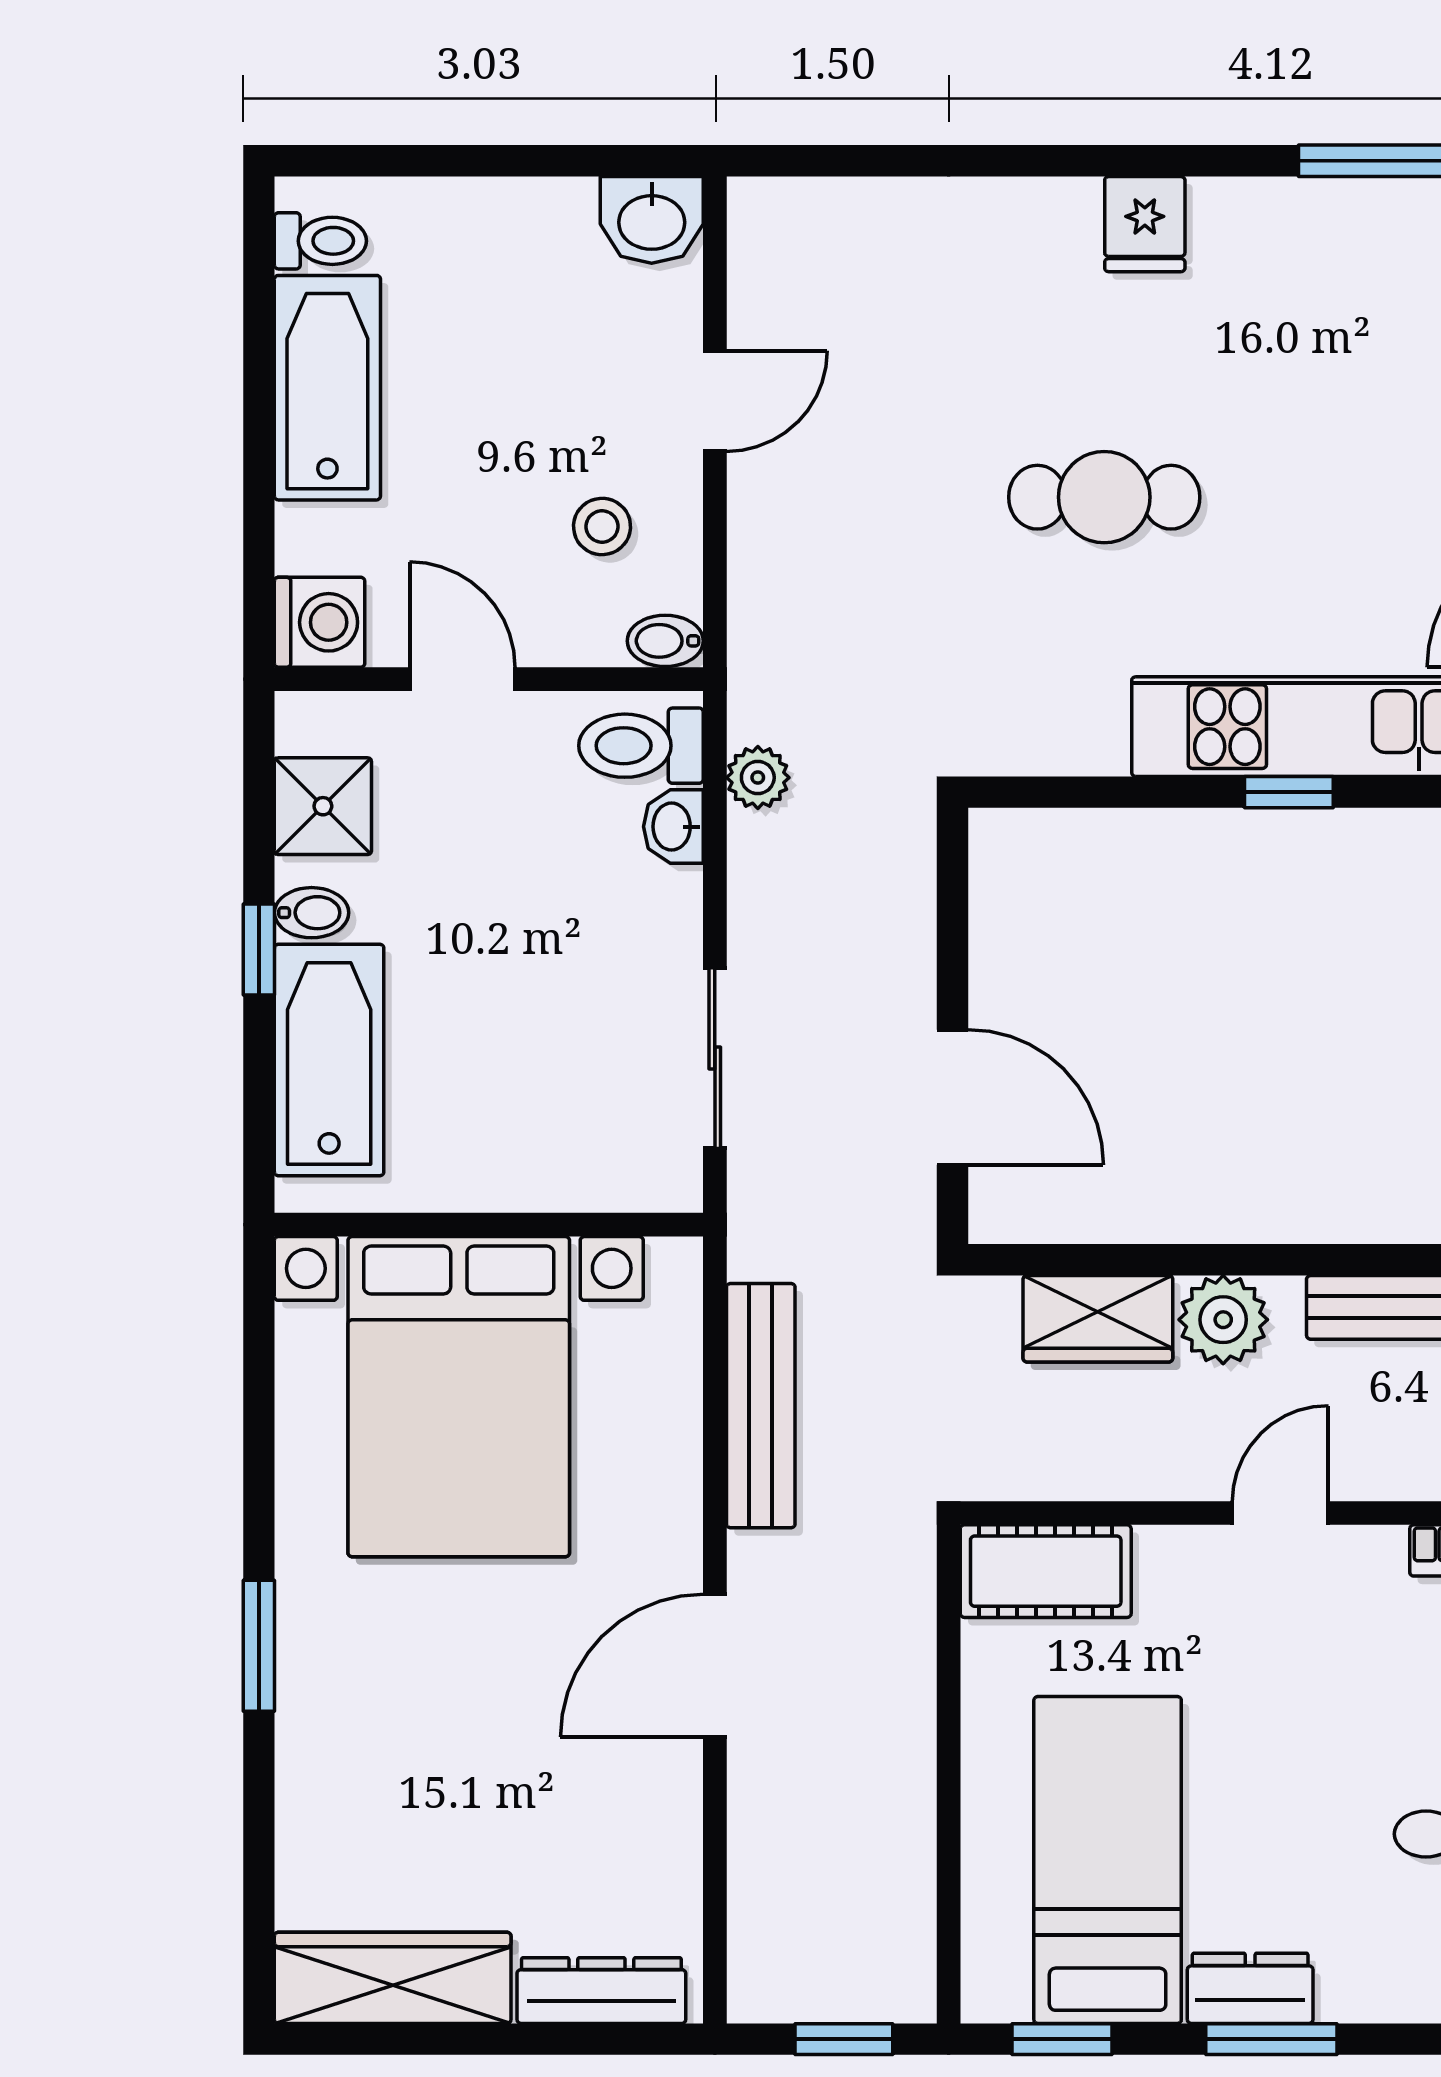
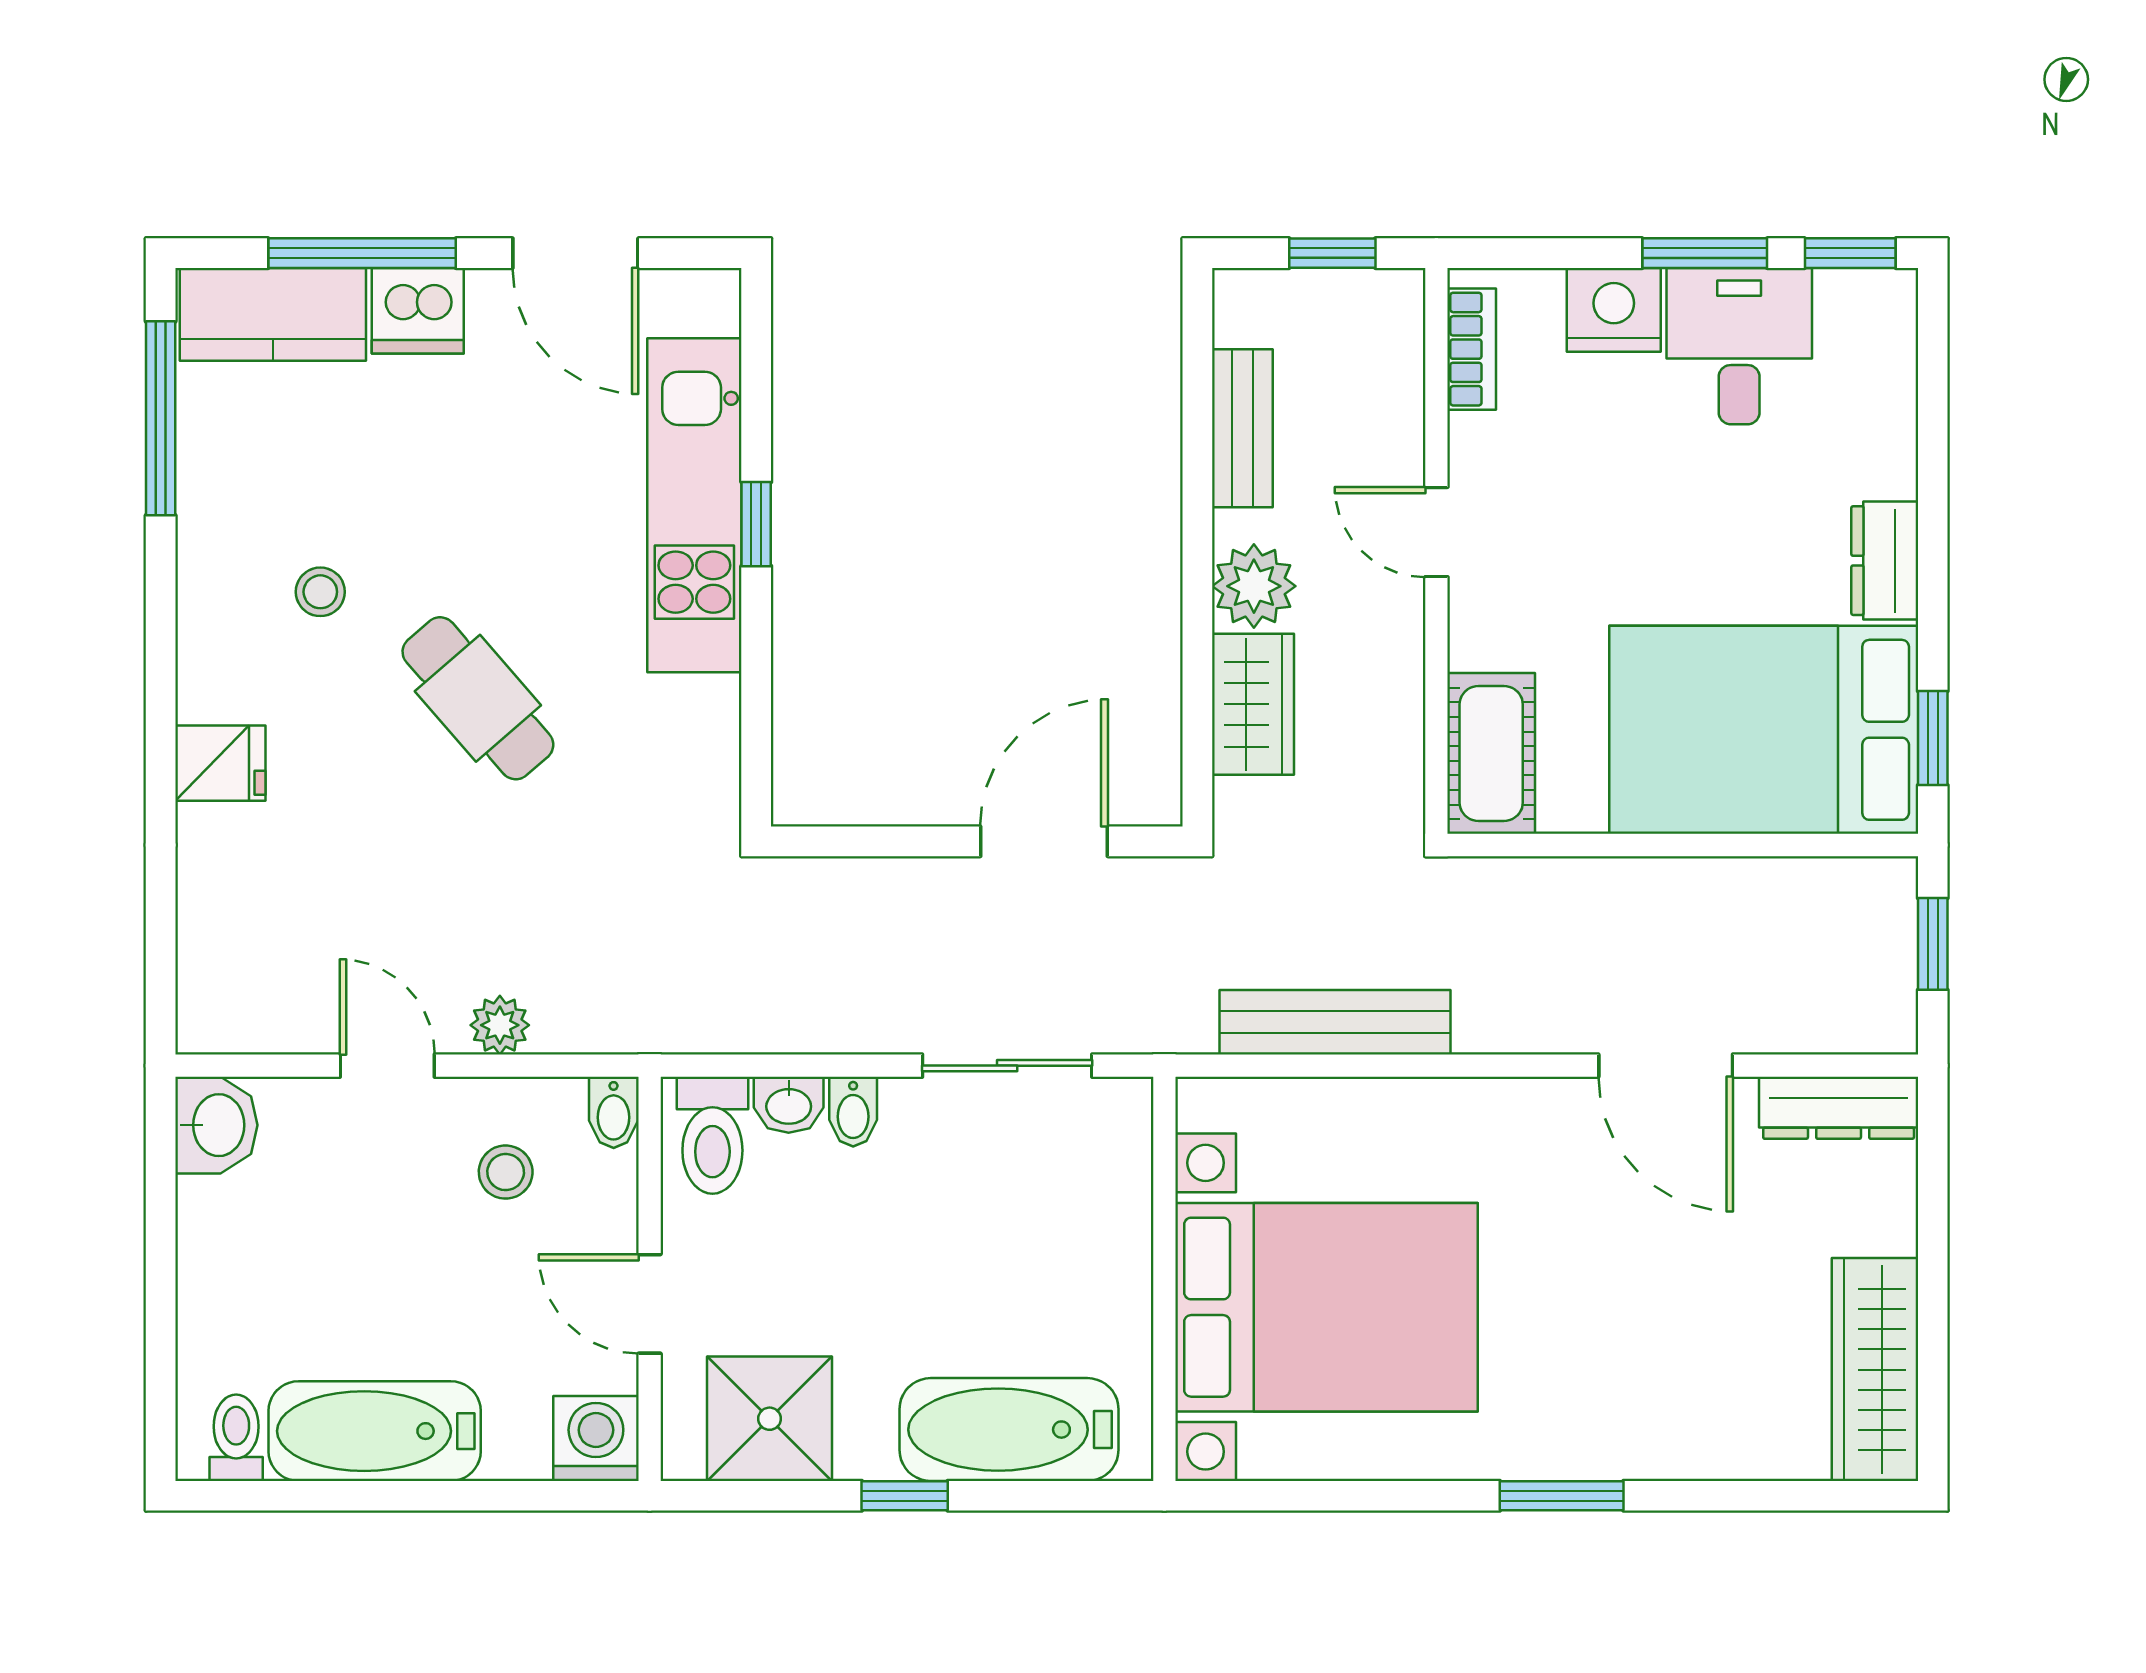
fridge: (1145, 224) -> (220, 763), moved
stool: (1217, 330) -> (320, 592), added
cafe table: (1104, 497) -> (478, 698), turned -41
door: (462, 679) -> (650, 1304), hinge flipped
plant: (758, 778) -> (500, 1025), moved
shower: (323, 806) -> (770, 1419), width x1.36, depth x1.36
bidet: (312, 913) -> (853, 1112), moved, turned 180
door: (715, 1666) -> (1666, 1066), moved
bed: (1108, 1860) -> (1764, 730), width x1.50
dresser: (601, 1991) -> (1839, 1108), moved, turned -90
window: (1271, 2039) -> (1933, 541), removed

